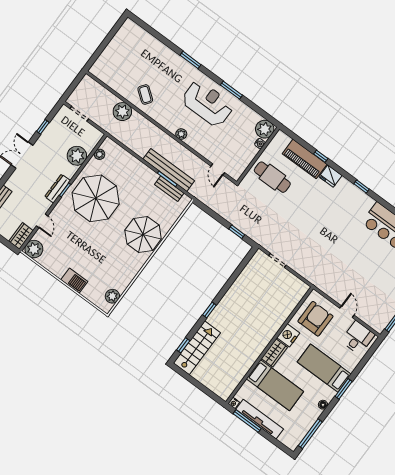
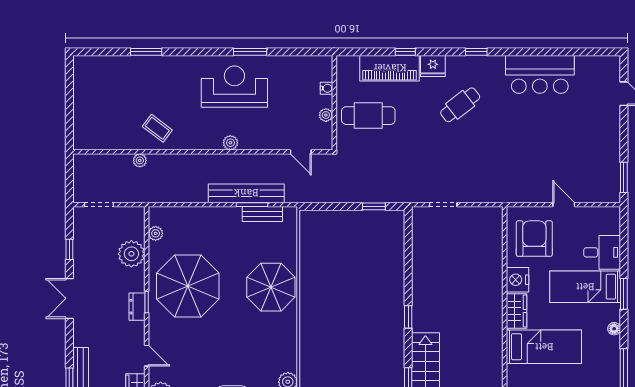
window: (191, 60) -> (146, 52), moved
plant: (122, 112) -> (140, 160), width x0.53, depth x0.53
plant: (265, 129) -> (326, 115), moved, width x0.53, depth x0.53
dresser: (58, 189) -> (137, 307), width x0.70
cafe table: (330, 210) -> (460, 105), added
desk: (358, 338) -> (602, 252), moved, turned 90

